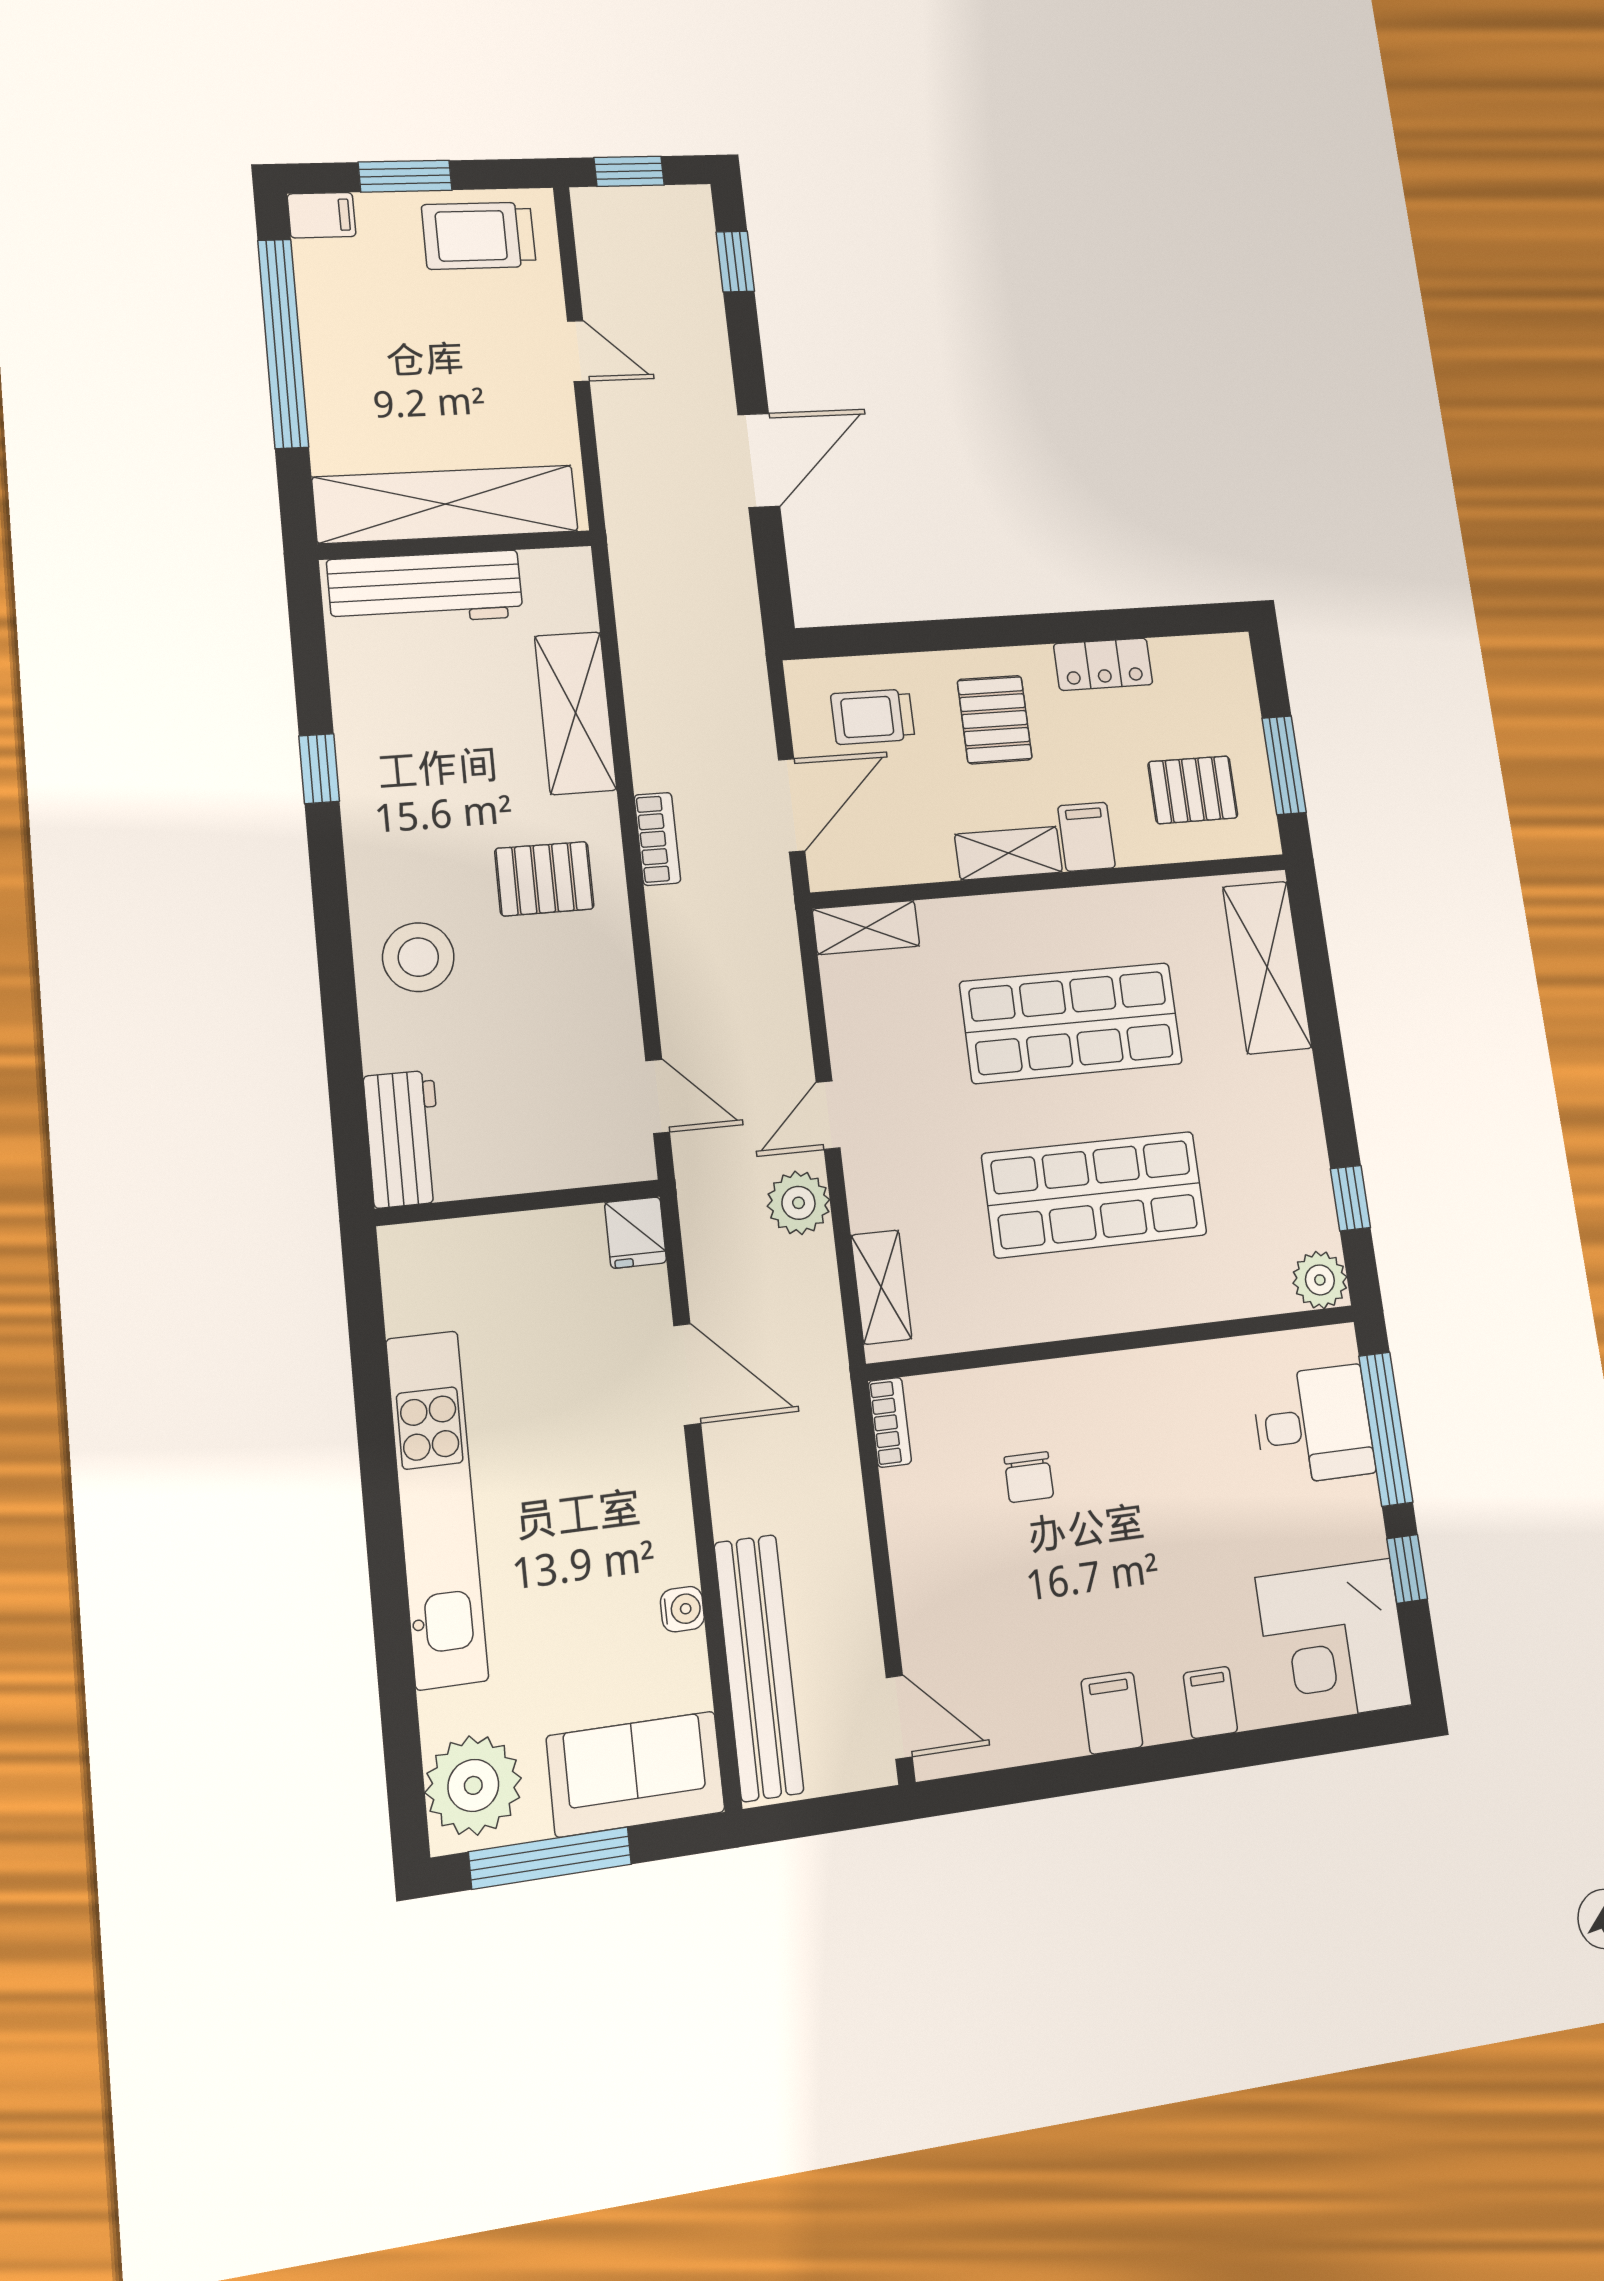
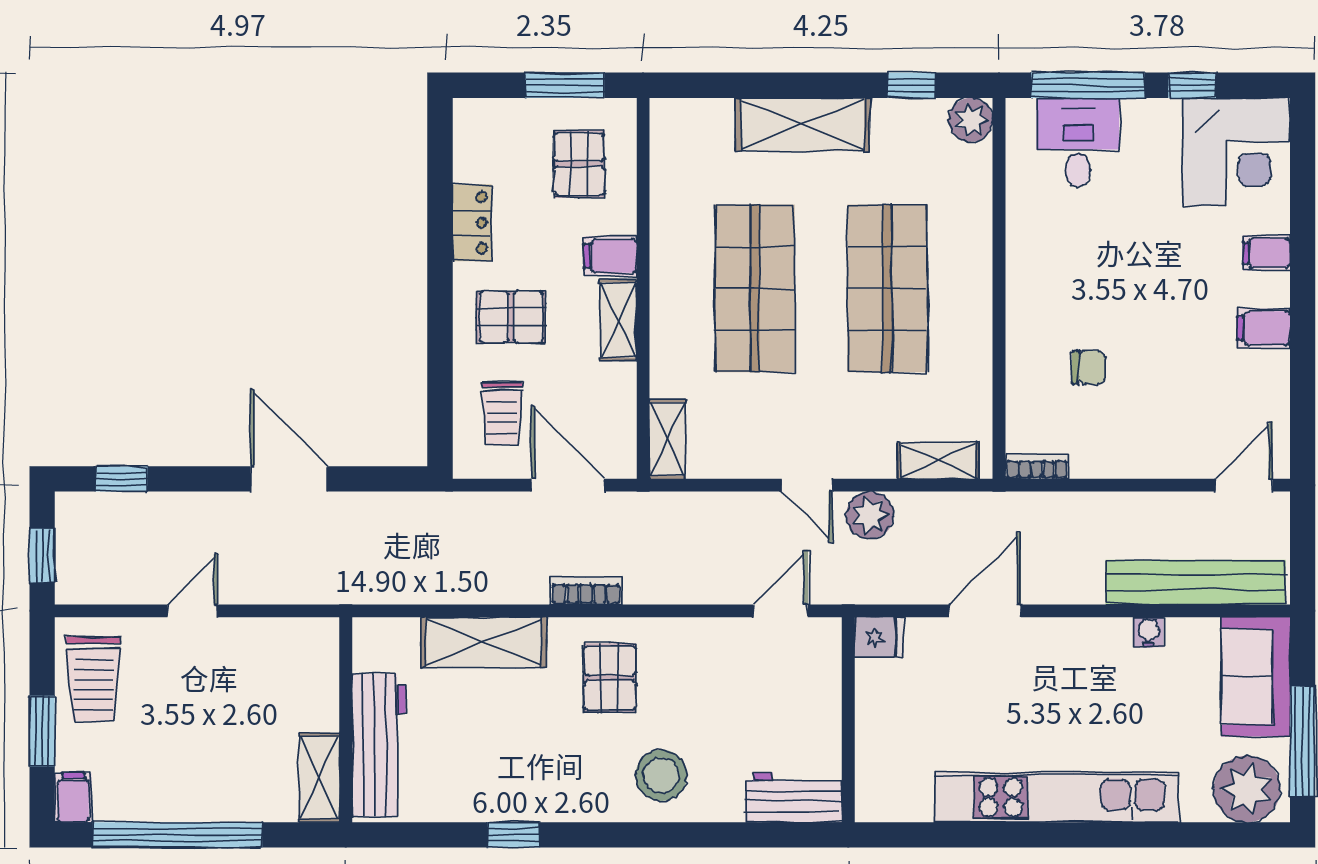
shelving: (446, 504) -> (319, 778), width x0.45, depth x0.75
shelving: (1267, 967) -> (803, 125), moved

